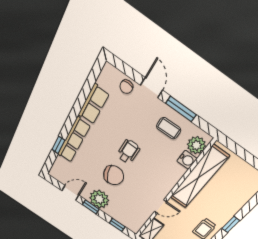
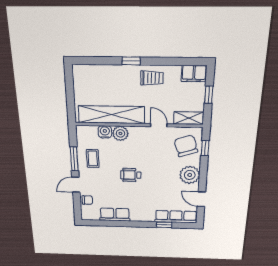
row of seats: (74, 140) -> (176, 217), moved
plant: (196, 145) -> (120, 133), moved
chair: (114, 175) -> (186, 146), moved
window: (91, 207) -> (203, 178), removed

